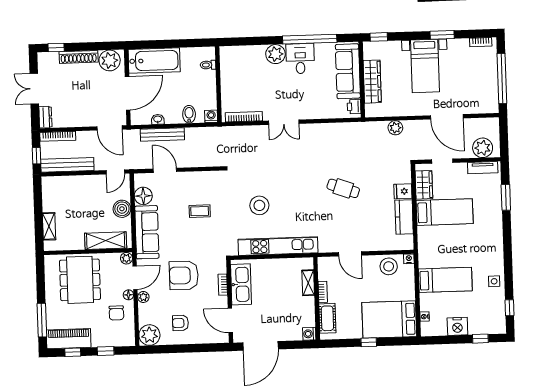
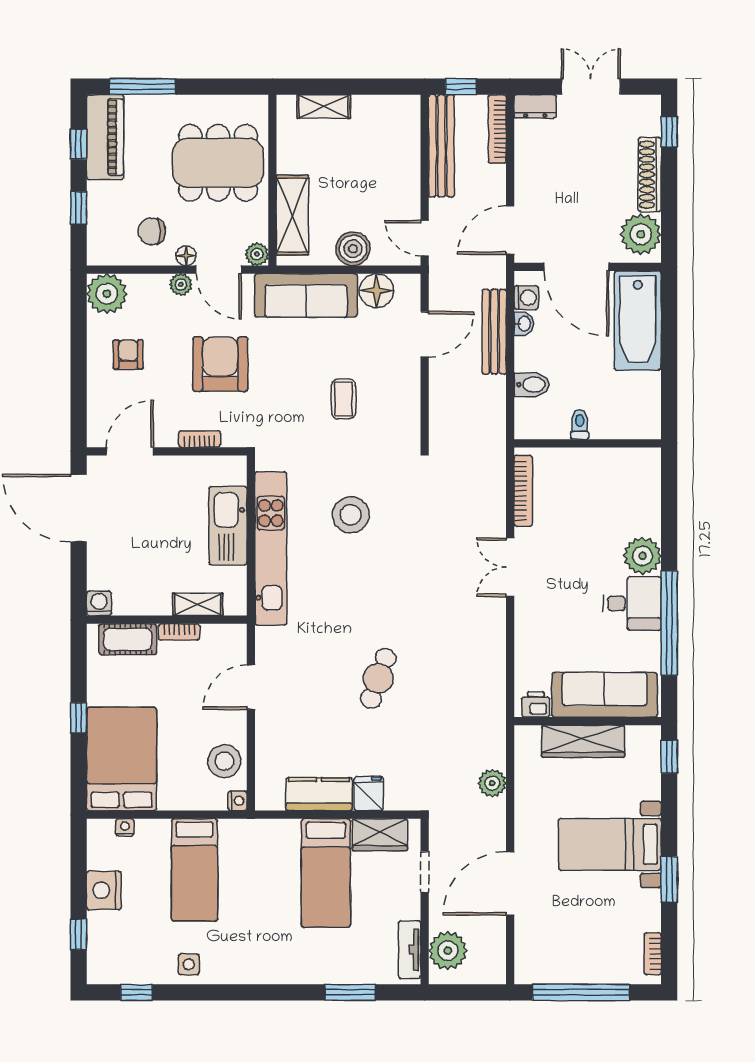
toilet: (208, 65) -> (580, 425), moved
washing machine: (211, 116) -> (526, 298), moved
kitchen sink: (241, 284) -> (228, 526), moved, turned 90

